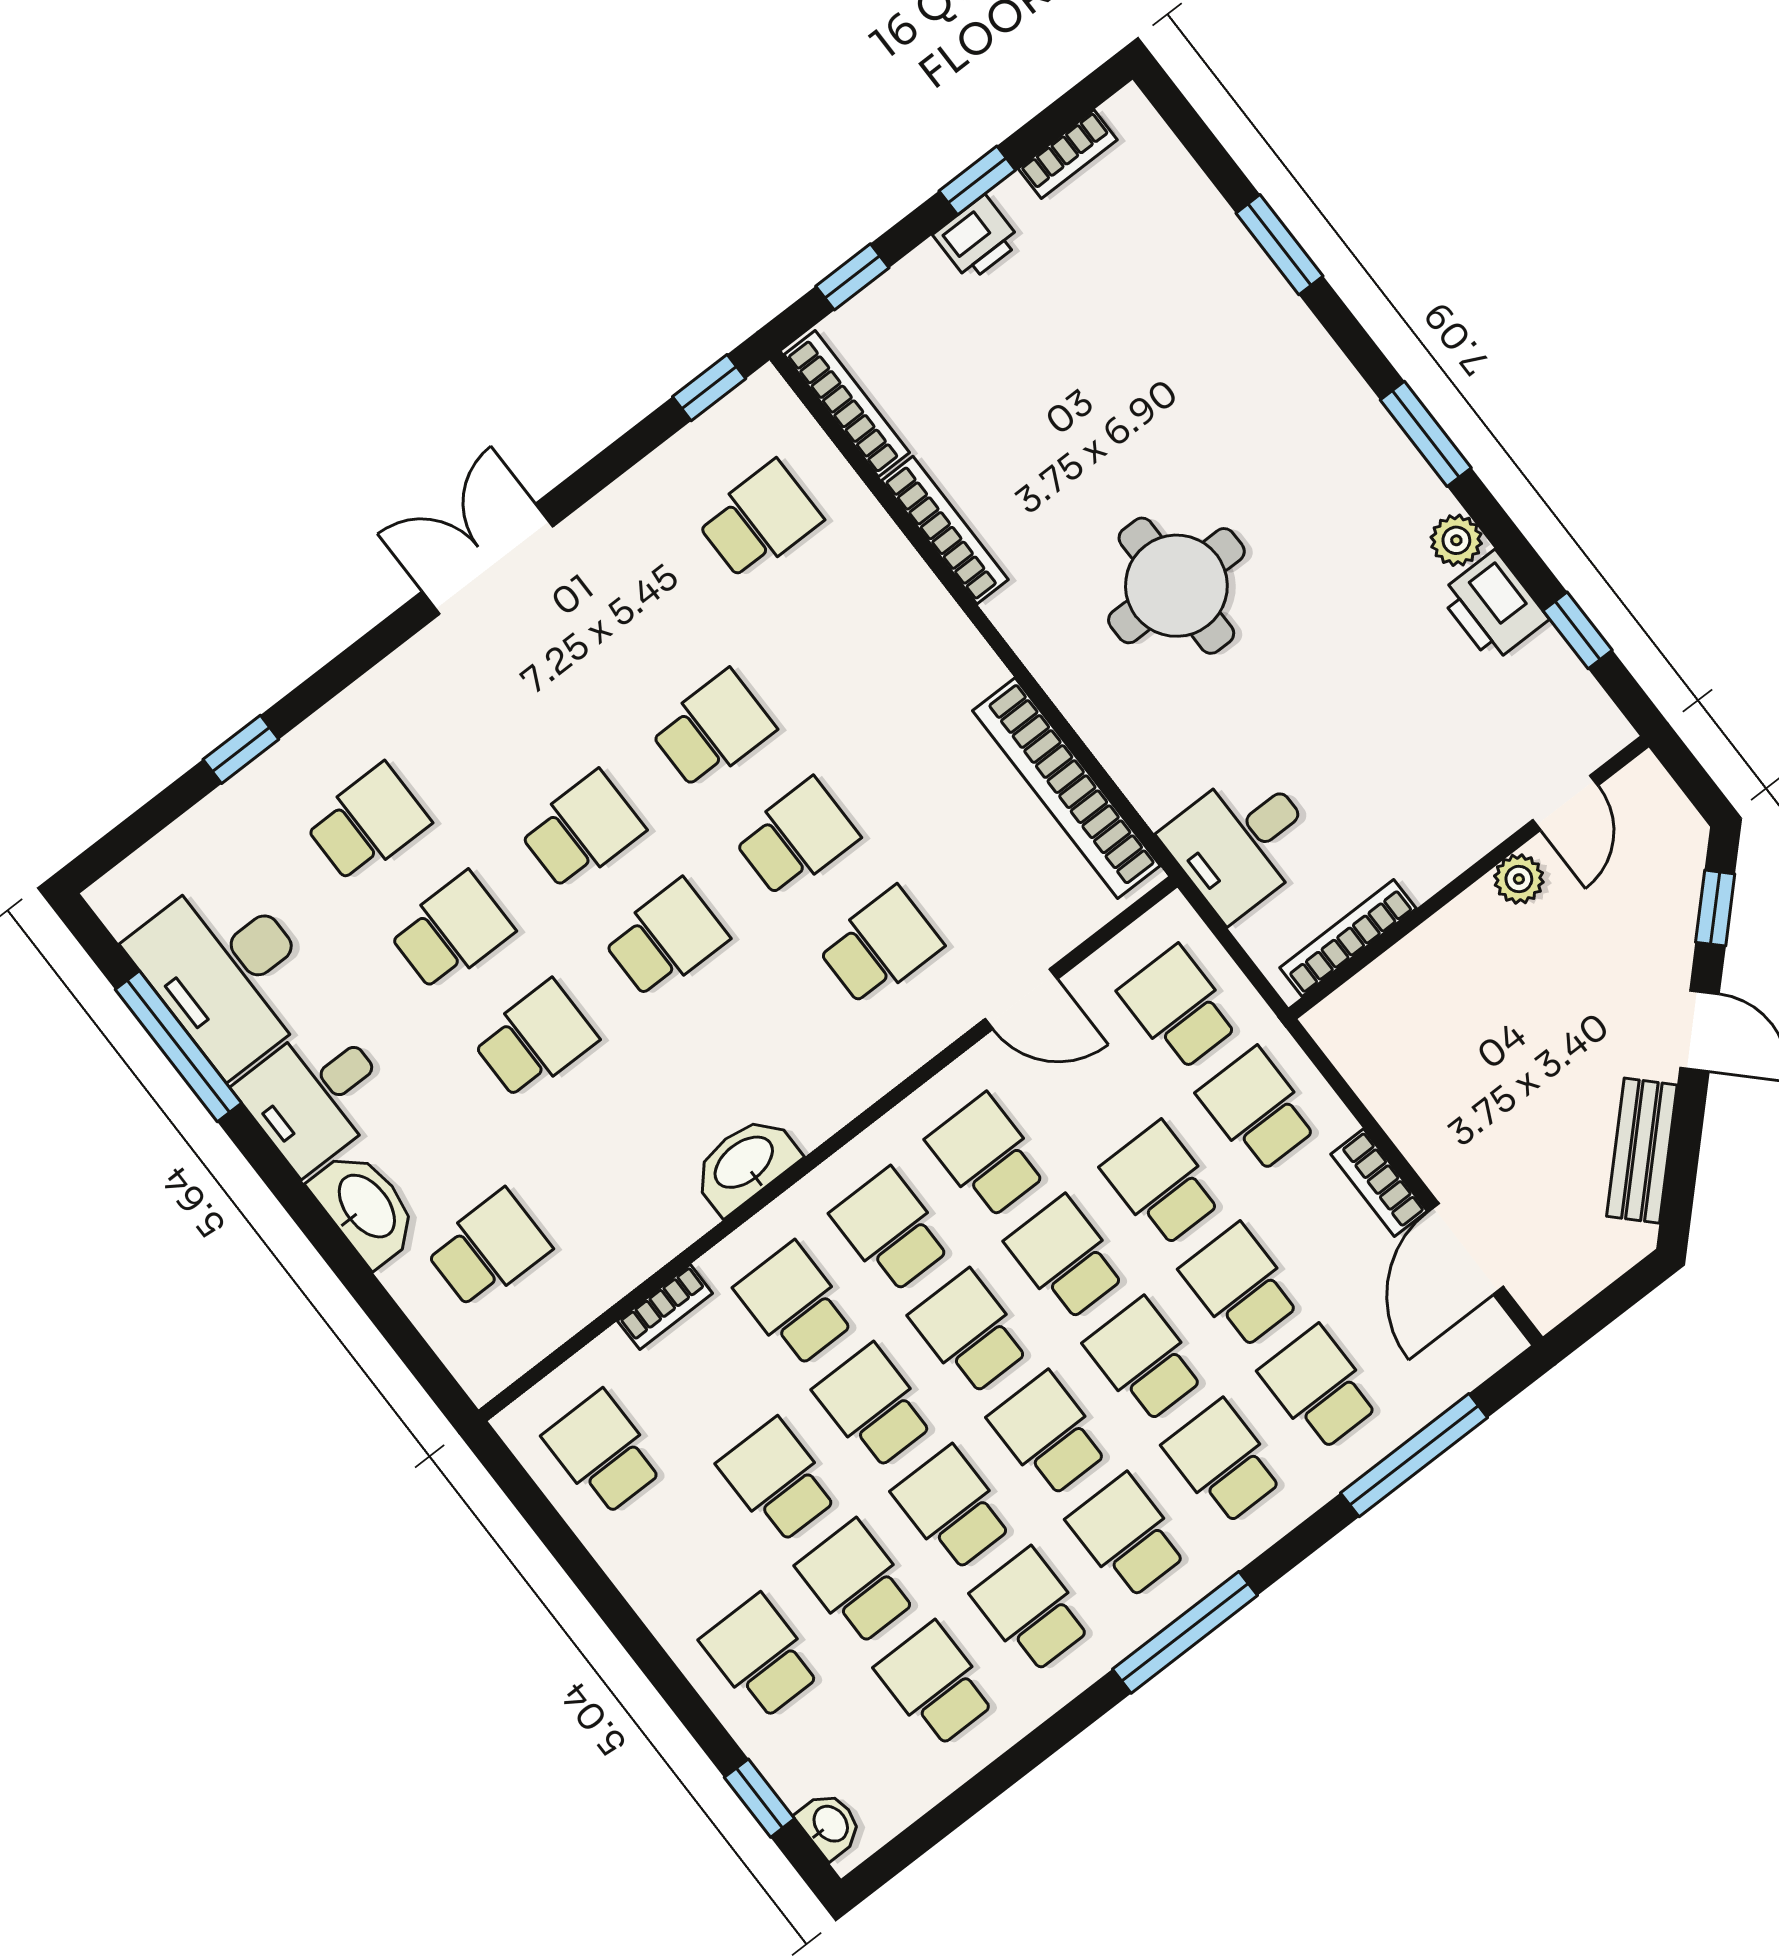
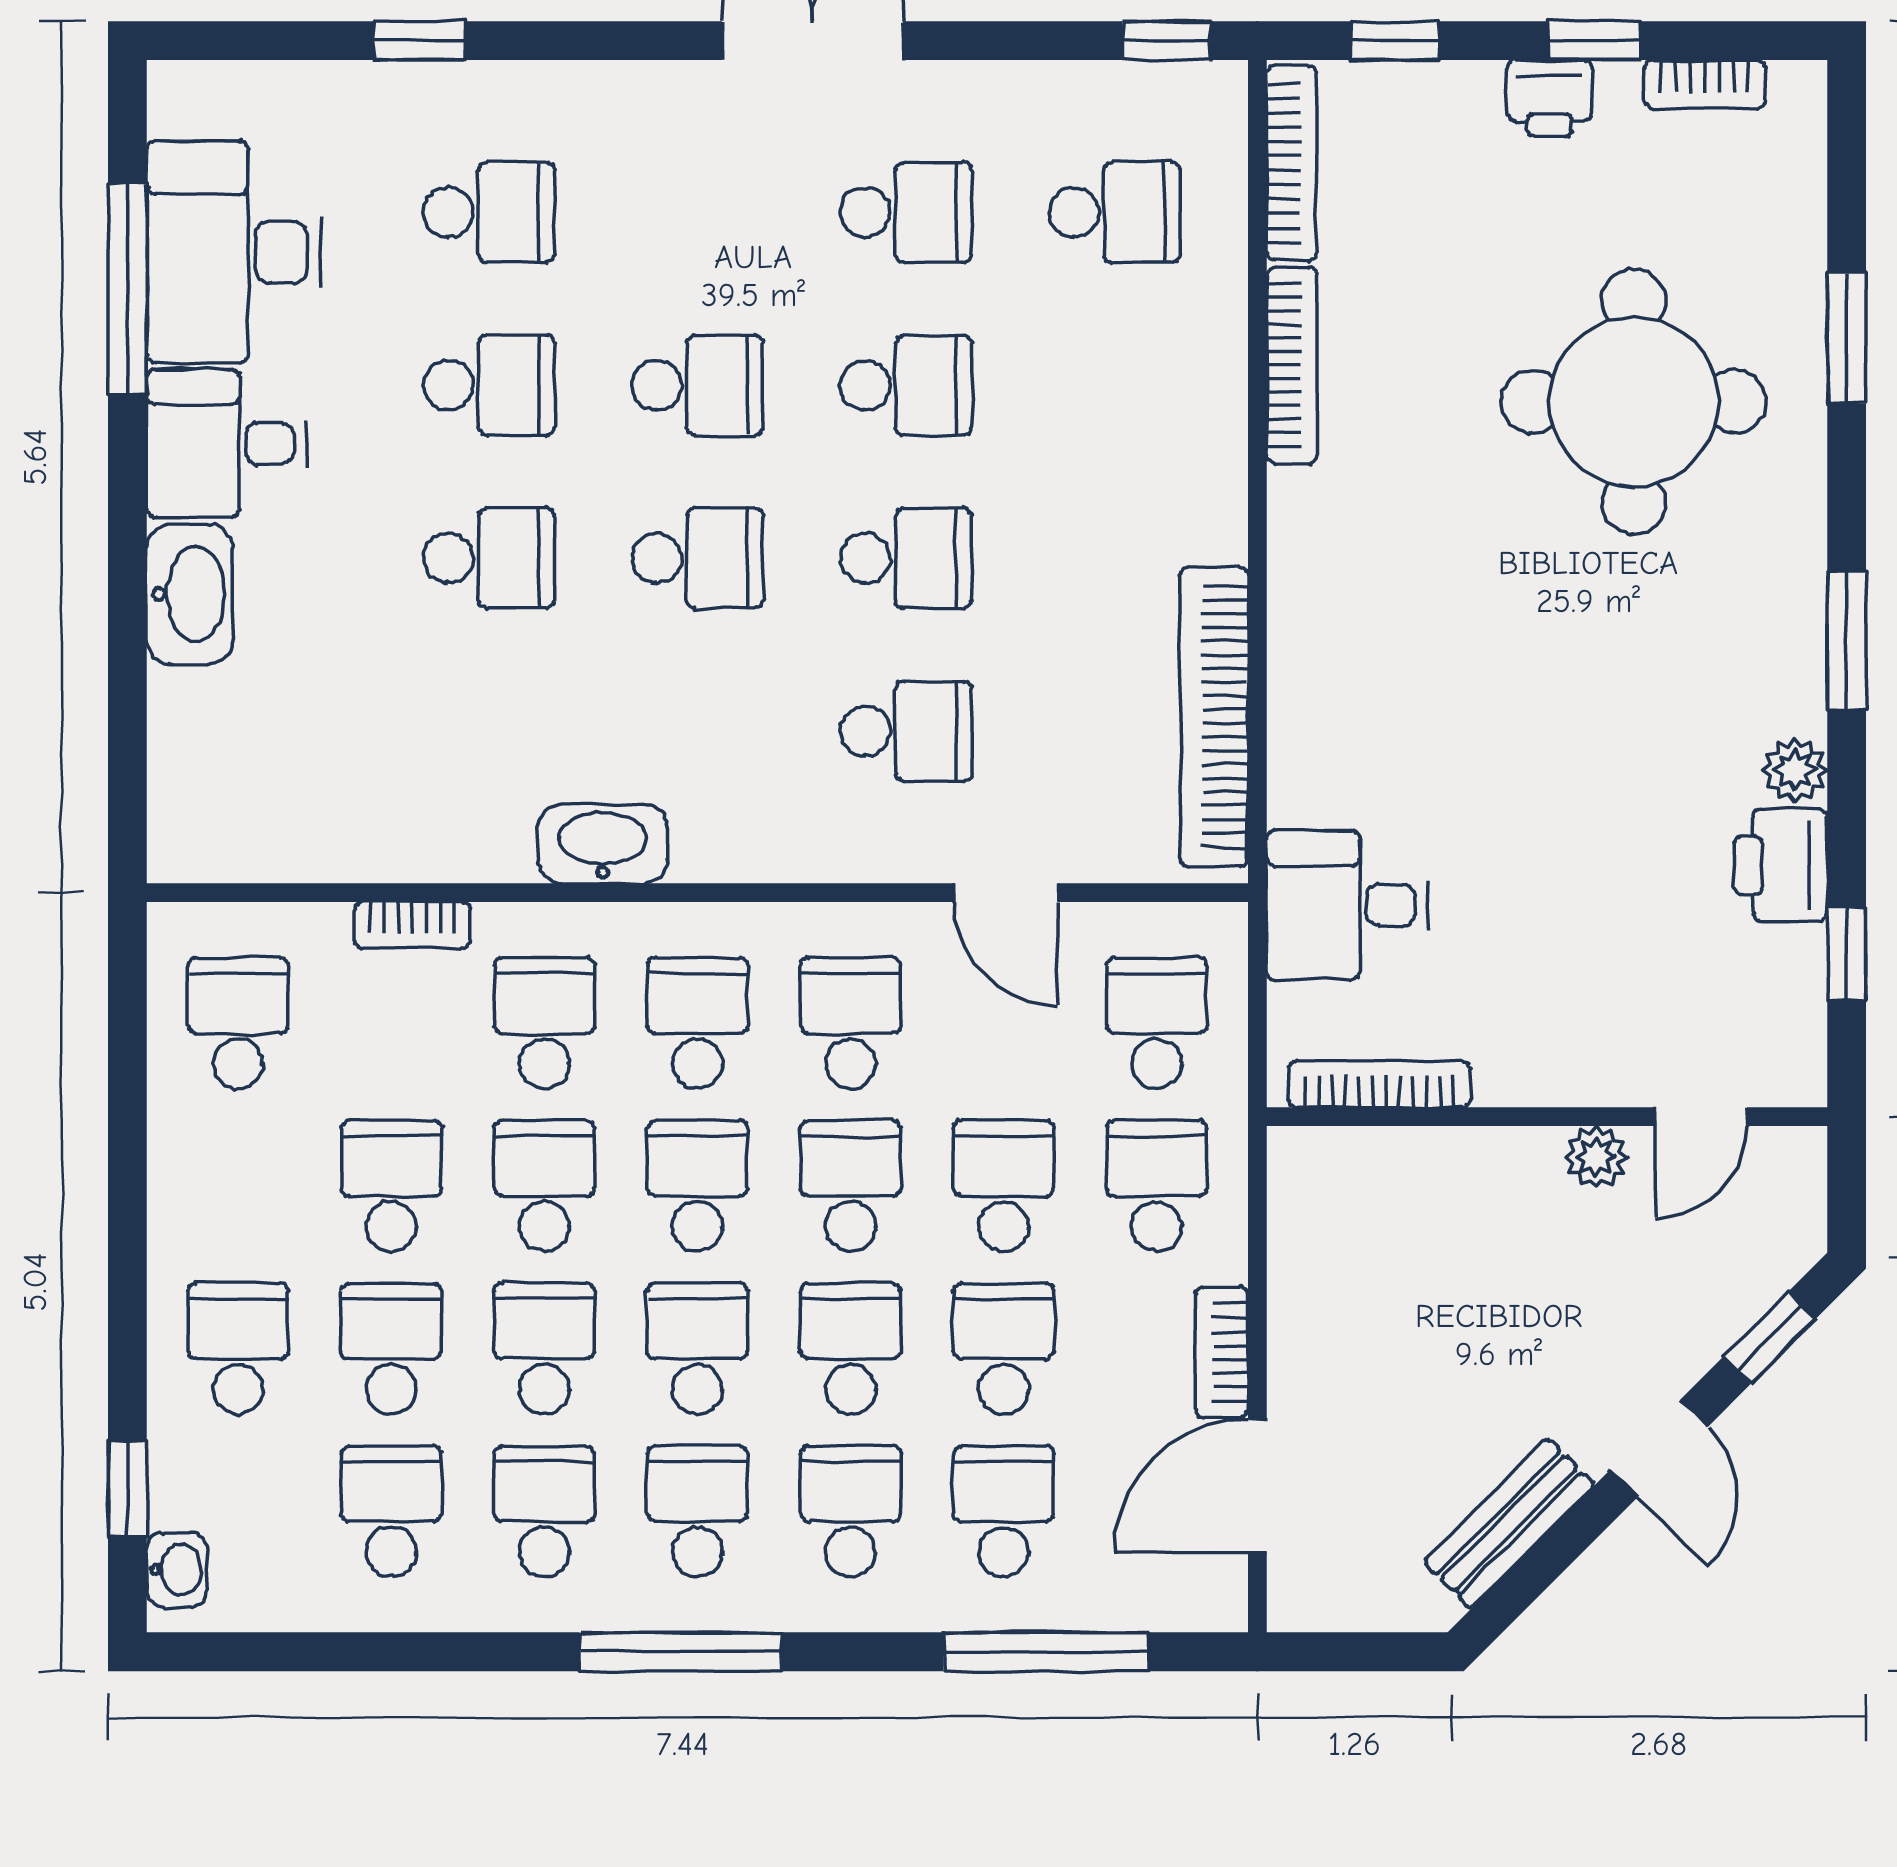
round table: (1176, 586) -> (1634, 402), moved, width x1.36, depth x1.36
school desk: (488, 1249) -> (906, 212), moved

